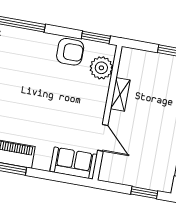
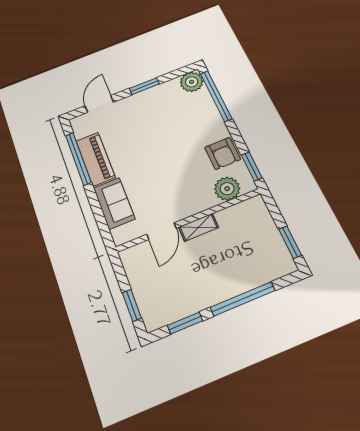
shelving: (120, 94) -> (198, 227), moved
sofa: (74, 163) -> (114, 203), moved

